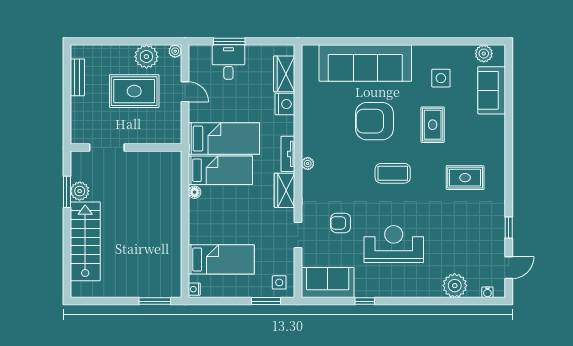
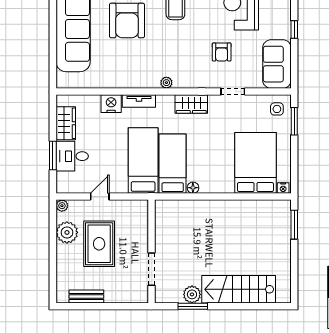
wardrobe: (284, 74) -> (66, 123), moved, turned -90
tv unit: (288, 154) -> (139, 101), moved
bed: (221, 259) -> (255, 163), width x1.50

